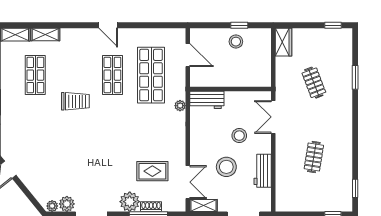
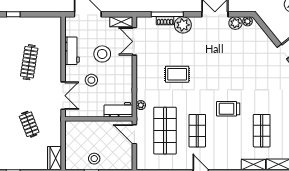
door: (188, 55) -> (134, 134), moved
clothes rail: (314, 157) -> (29, 62), width x1.36
rug: (152, 171) -> (177, 74), moved

